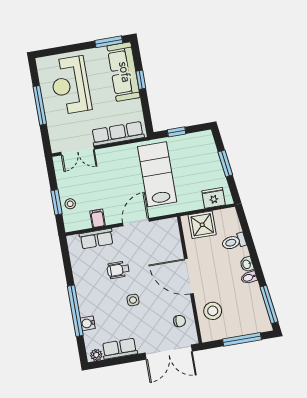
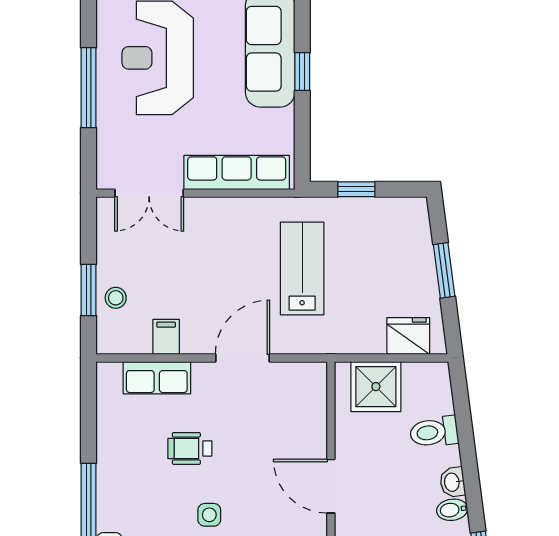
lab bench: (157, 174) -> (302, 268), width x0.73, depth x0.72
door: (189, 276) -> (331, 486), width x0.73

